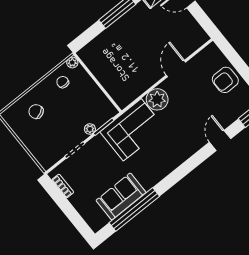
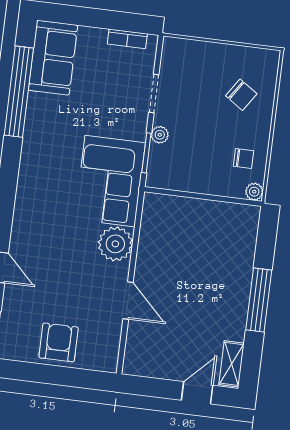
chair: (36, 112) -> (241, 95), turned 61
sofa: (121, 196) -> (53, 58), moved

